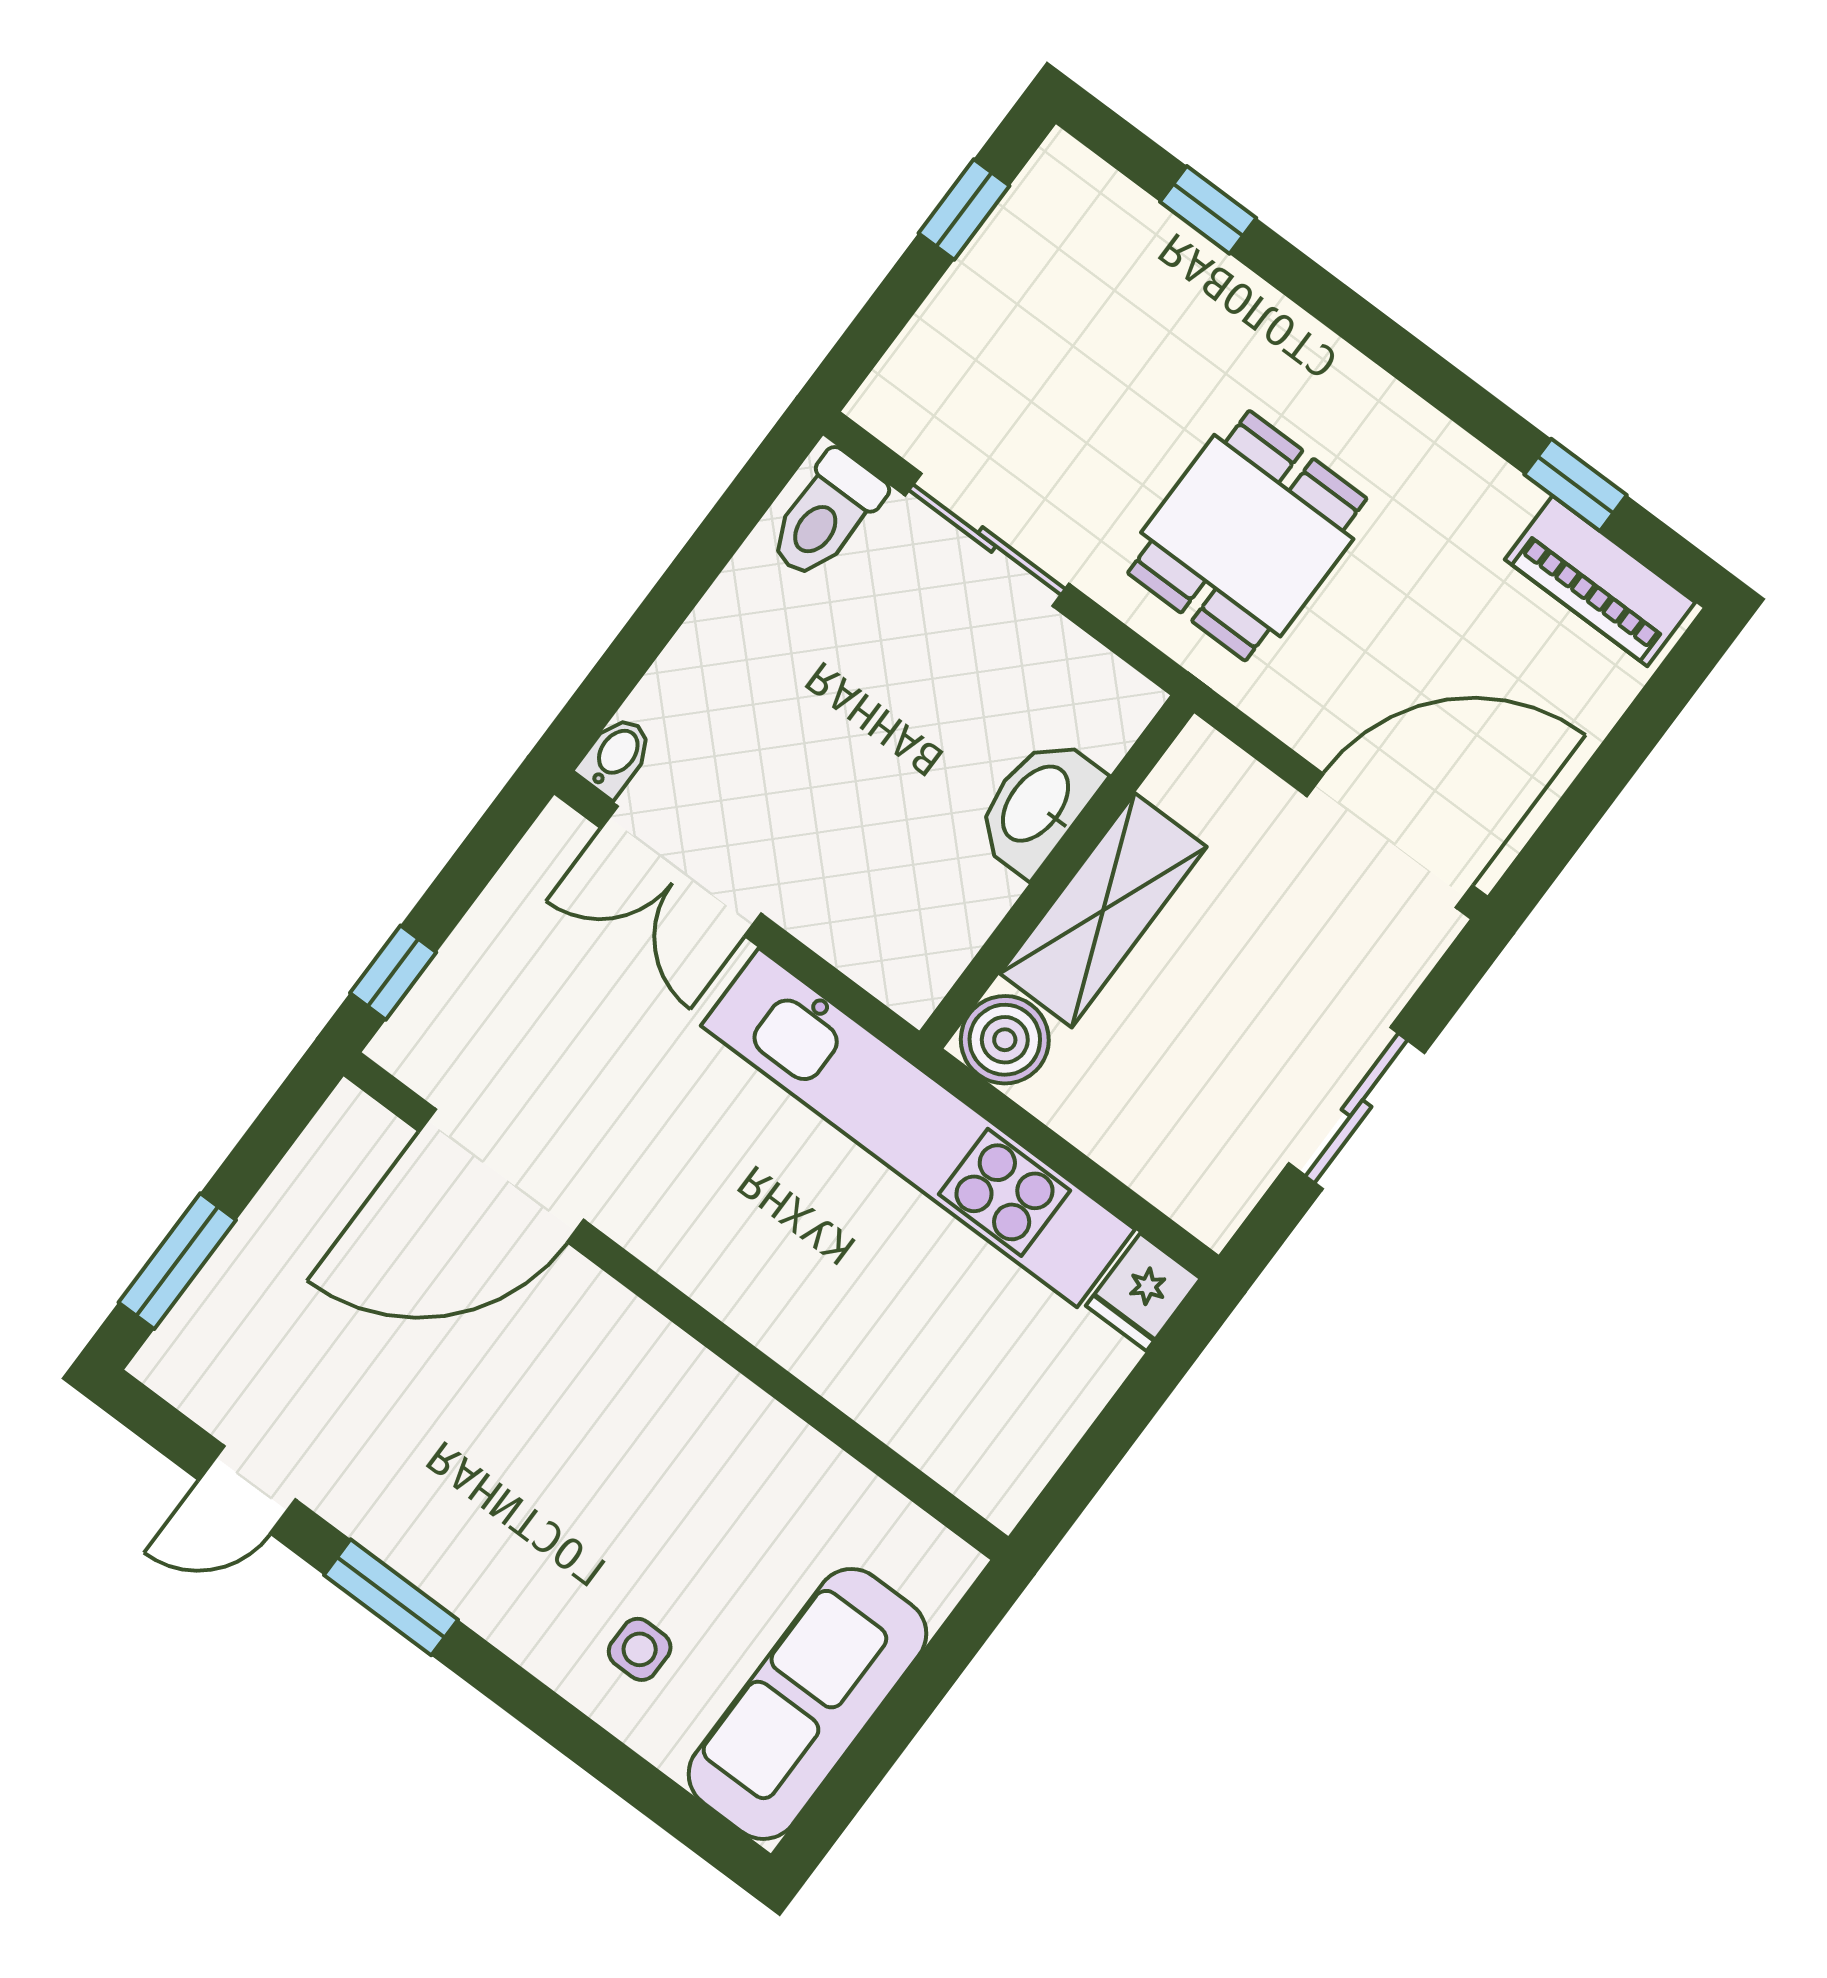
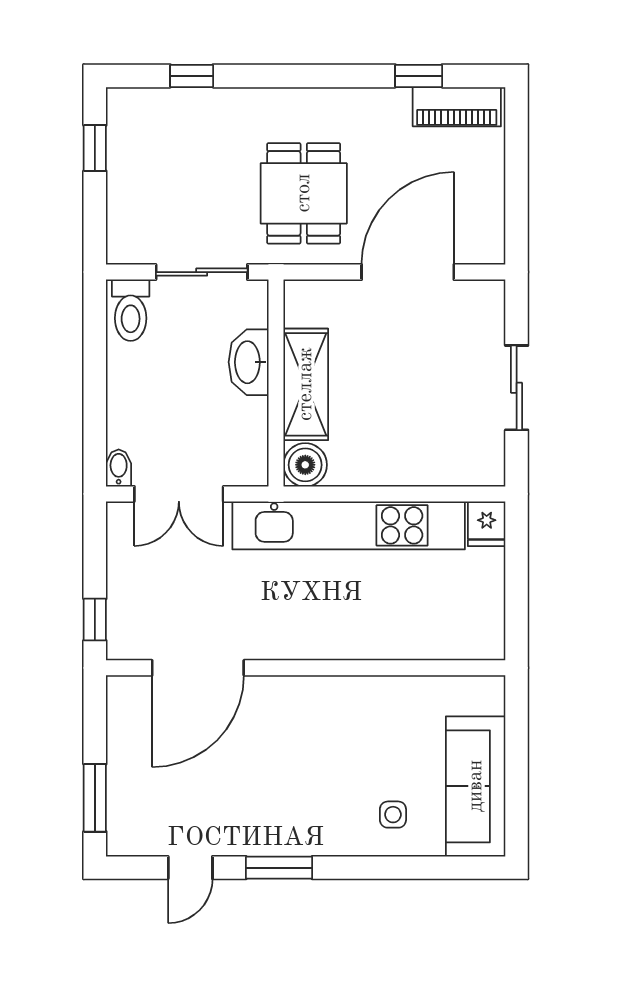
washbasin: (1037, 805) -> (249, 362), moved
door: (1390, 841) -> (408, 272), moved
wall: (1057, 872) -> (276, 383), moved
shelving: (1103, 910) -> (306, 384), moved
boiler: (1005, 1040) -> (305, 465), moved

